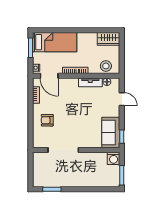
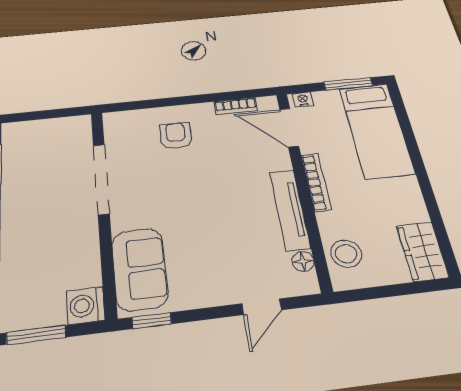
door: (49, 76) -> (289, 128), hinge flipped
tv unit: (90, 82) -> (290, 209), width x1.41
sofa: (111, 133) -> (140, 269), moved, turned 90

